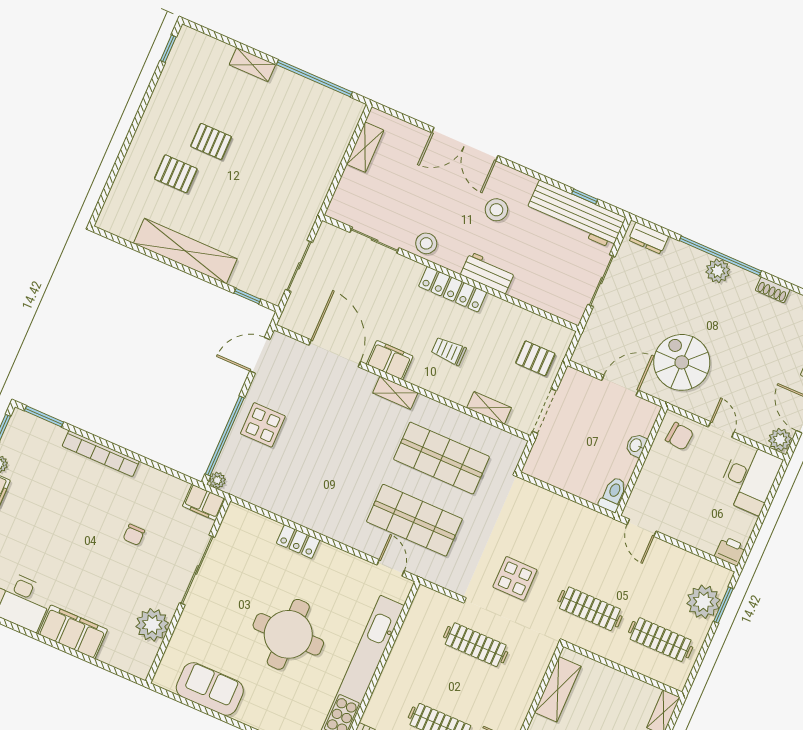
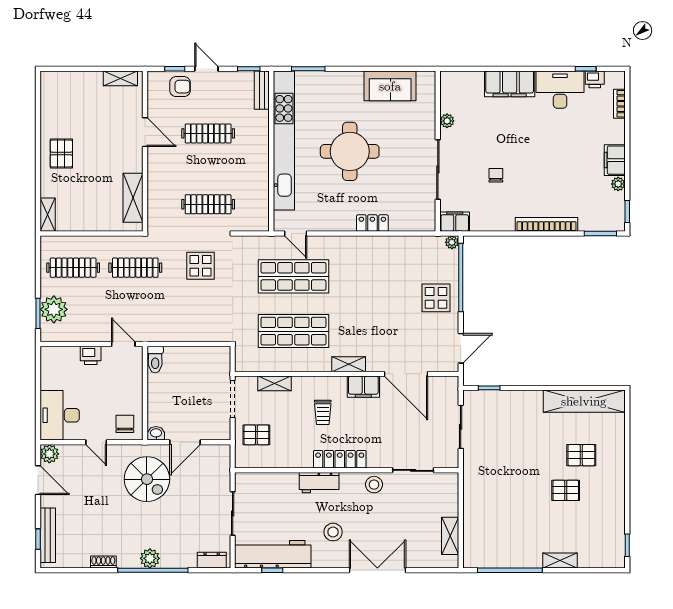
shelving: (185, 251) -> (584, 401), moved
trolley: (449, 351) -> (323, 412), turned 90
chair: (679, 436) -> (125, 424), turned 84
washbasin: (636, 445) -> (156, 433), moved, turned -90
printer: (730, 551) -> (91, 355), moved
plant: (152, 625) -> (447, 121), width x0.53, depth x0.53

